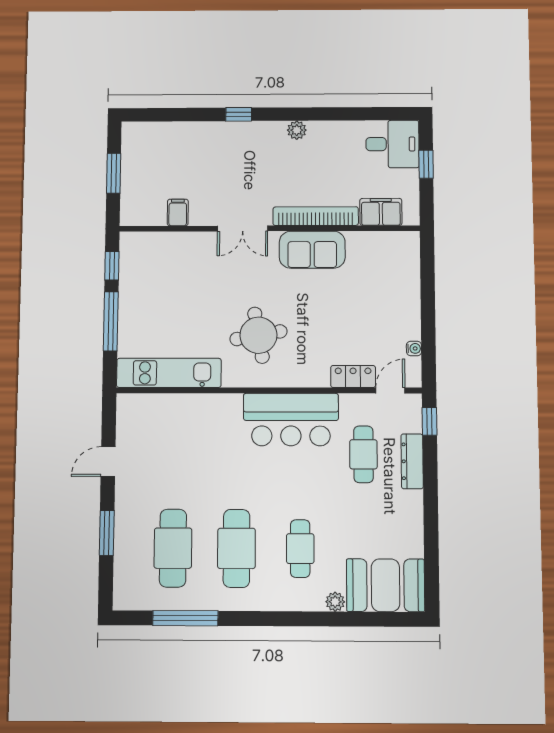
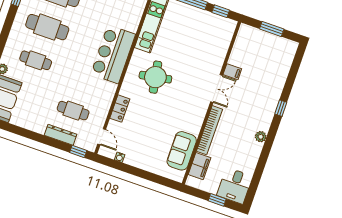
filing cabinet: (178, 212) -> (232, 72), moved
double door: (243, 229) -> (216, 89), swing flipped
sofa: (312, 250) -> (182, 151), moved
locker: (353, 376) -> (120, 109), moved
bar counter: (291, 420) -> (113, 54), moved

